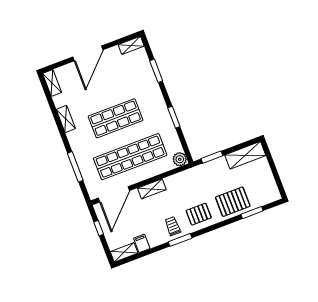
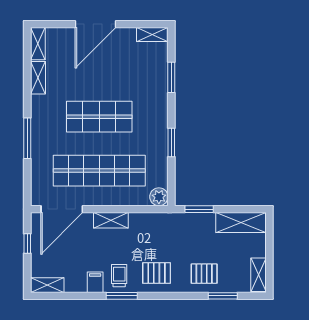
shelving: (66, 119) -> (38, 78), moved
window: (75, 167) -> (27, 138), moved
shelving: (272, 188) -> (259, 275), added
pallet: (233, 202) -> (204, 274), width x0.67, depth x0.71
filing cabinet: (142, 243) -> (95, 282), moved

